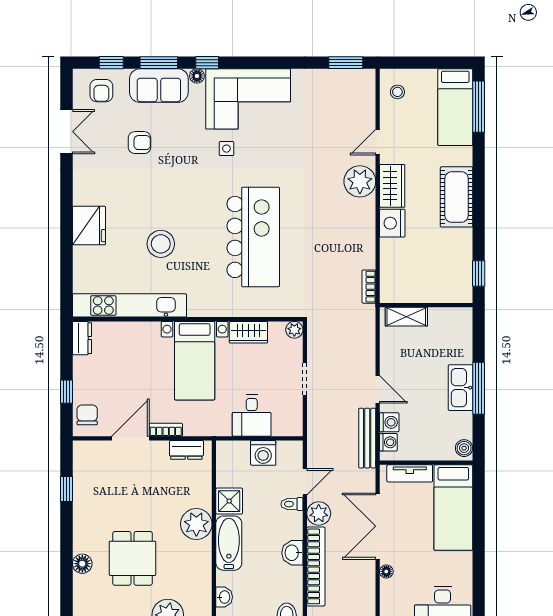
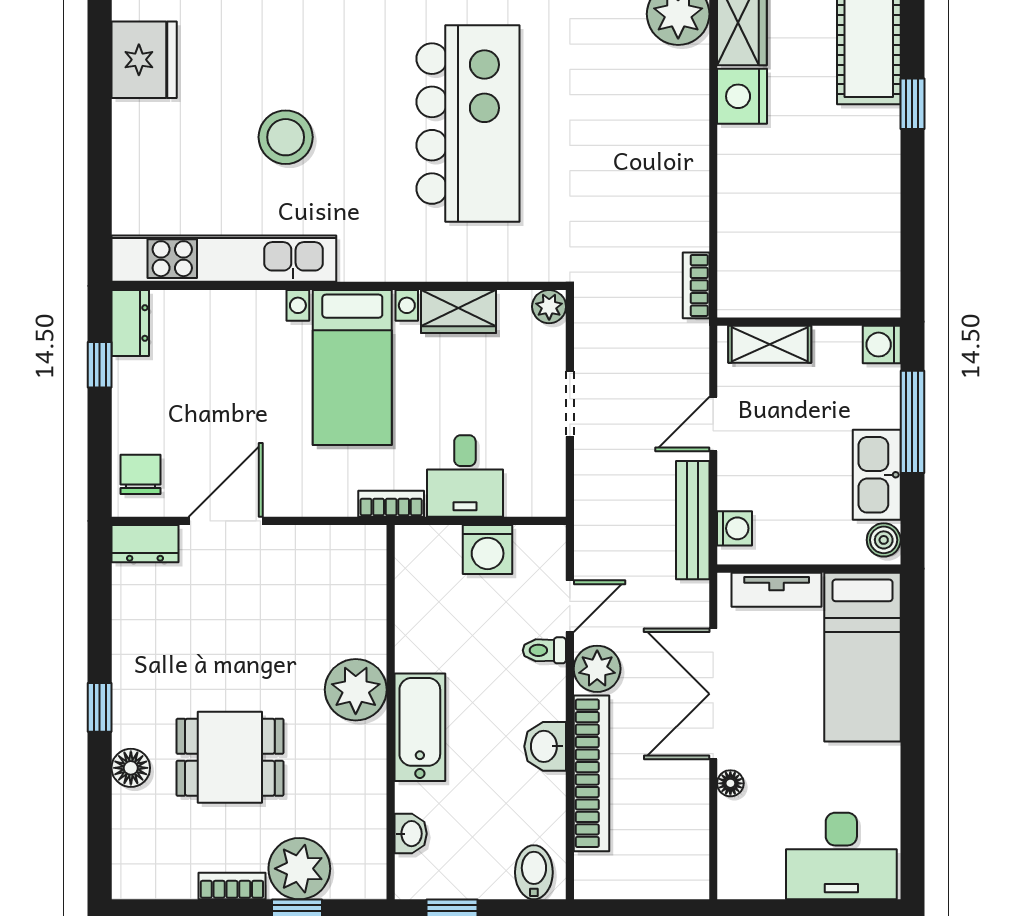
fridge: (89, 226) -> (144, 60), moved
window: (479, 274) -> (912, 104), moved
bookcase: (369, 287) -> (696, 285), moved
wall: (426, 305) -> (809, 322), moved
shelving: (406, 317) -> (770, 344), moved
kitchen sink: (461, 388) -> (877, 475), moved
door: (378, 389) -> (713, 424), swing flipped
window: (66, 392) -> (100, 365), moved
washing machine: (389, 422) -> (882, 345), moved, turned 180
bookcase: (166, 430) -> (391, 504), moved
dresser: (186, 450) -> (145, 544), moved
window: (66, 489) -> (100, 707), moved
shower: (229, 501) -> (420, 644), removed
dining table: (133, 558) -> (230, 757), turned 90

